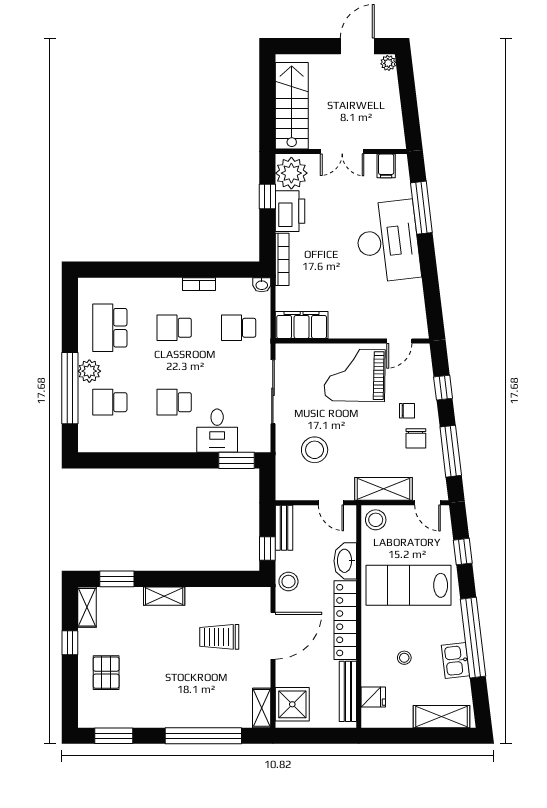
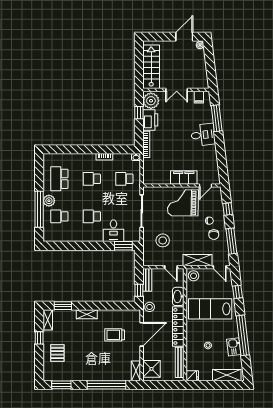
desk: (388, 241) -> (203, 135), width x0.53, depth x0.77
filing cabinet: (302, 325) -> (184, 177), moved
fridge: (373, 697) -> (192, 376), moved

